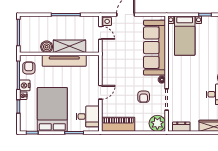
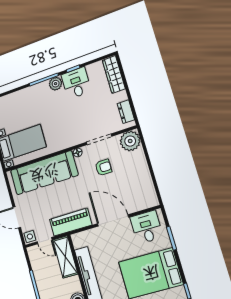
door: (100, 33) -> (45, 241), swing flipped
shelving: (69, 46) -> (65, 257), moved
door: (100, 92) -> (113, 220), width x1.88
piano: (118, 124) -> (71, 222), moved, turned 90

